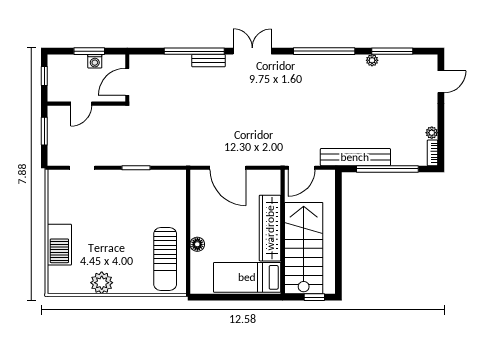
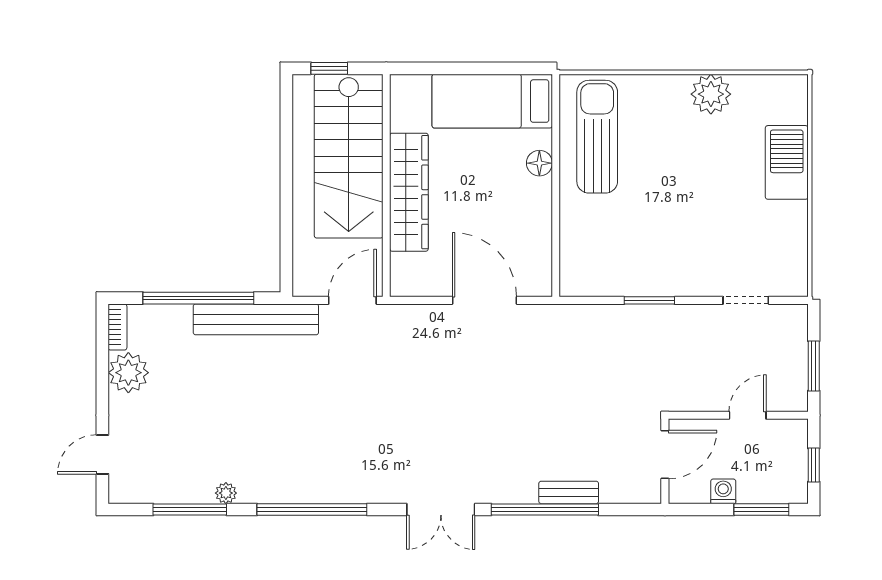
window: (89, 51) -> (761, 509), moved
bench: (209, 61) -> (569, 492), moved
plant: (432, 133) -> (128, 373), width x1.88, depth x1.88
bed: (247, 277) -> (492, 101), moved, turned 180

